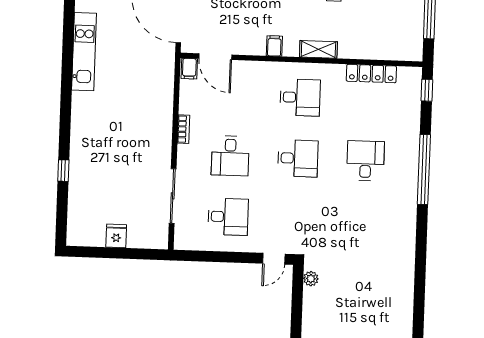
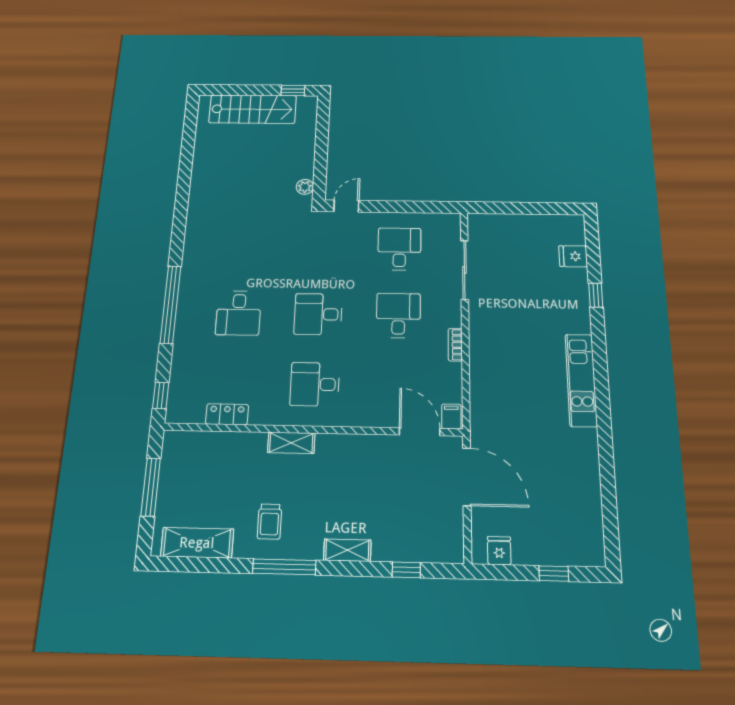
filing cabinet: (274, 46) -> (346, 446), removed
kitchen unit: (84, 52) -> (581, 380), moved
locker: (371, 74) -> (227, 414), width x0.66
desk: (228, 217) -> (399, 249), turned 90
fridge: (116, 236) -> (573, 256), moved, turned 90

